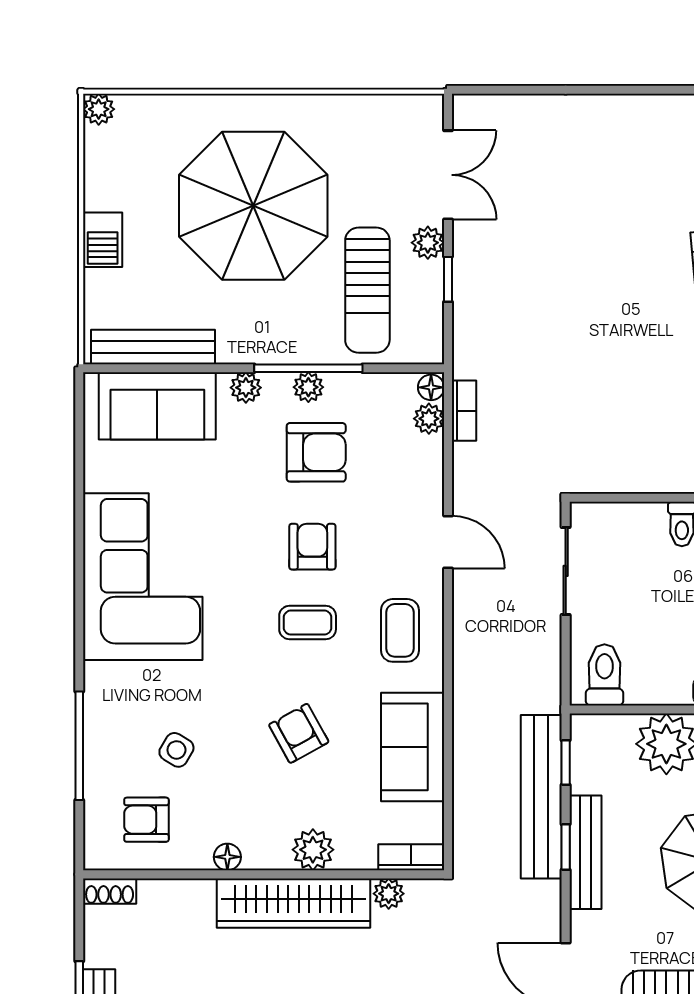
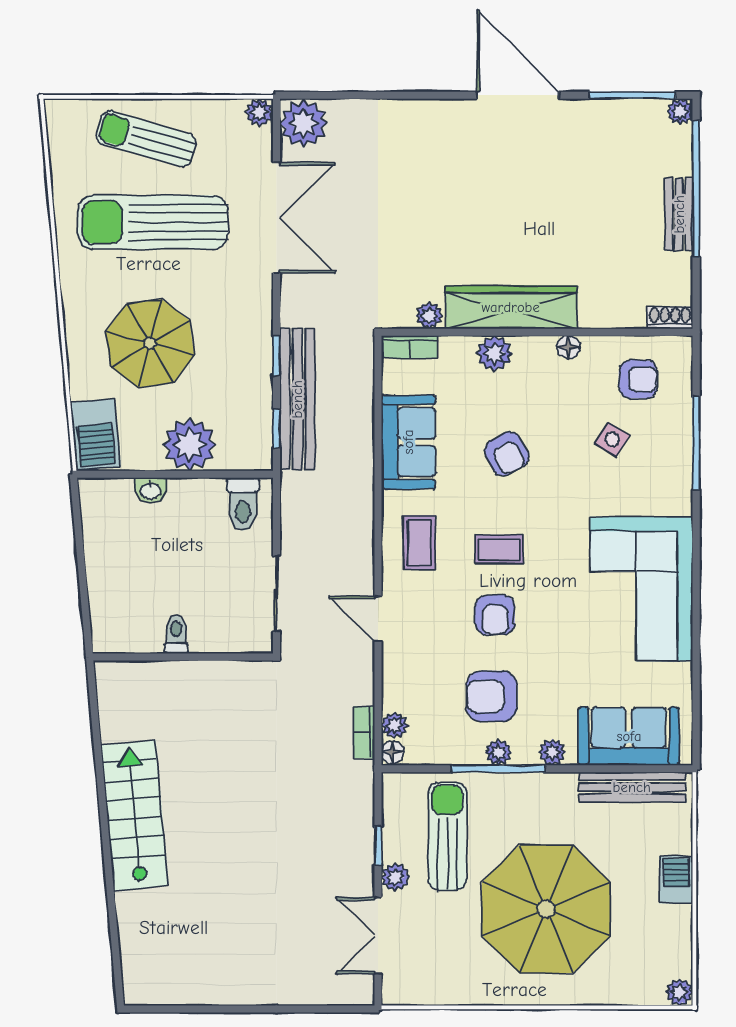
bench: (585, 852) -> (259, 351), removed

